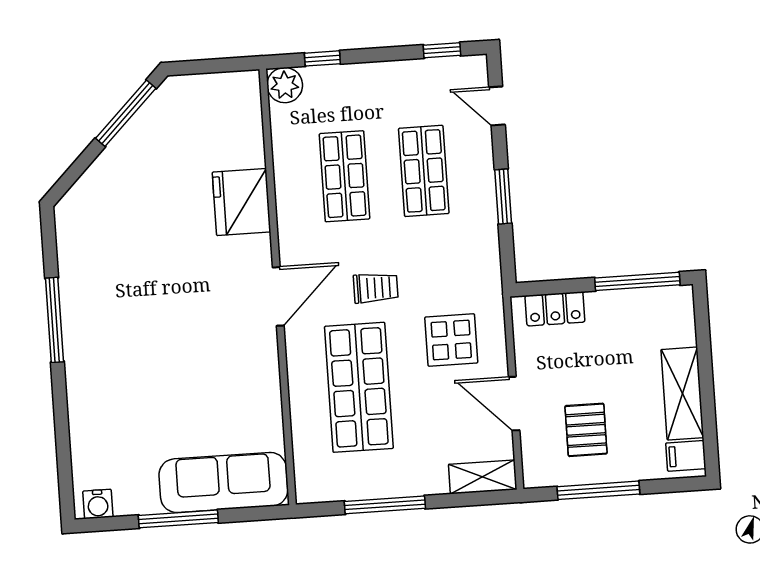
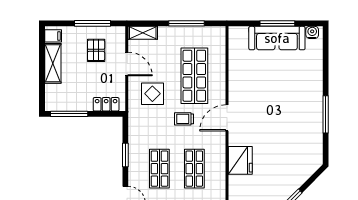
sofa: (223, 482) -> (277, 38), moved

